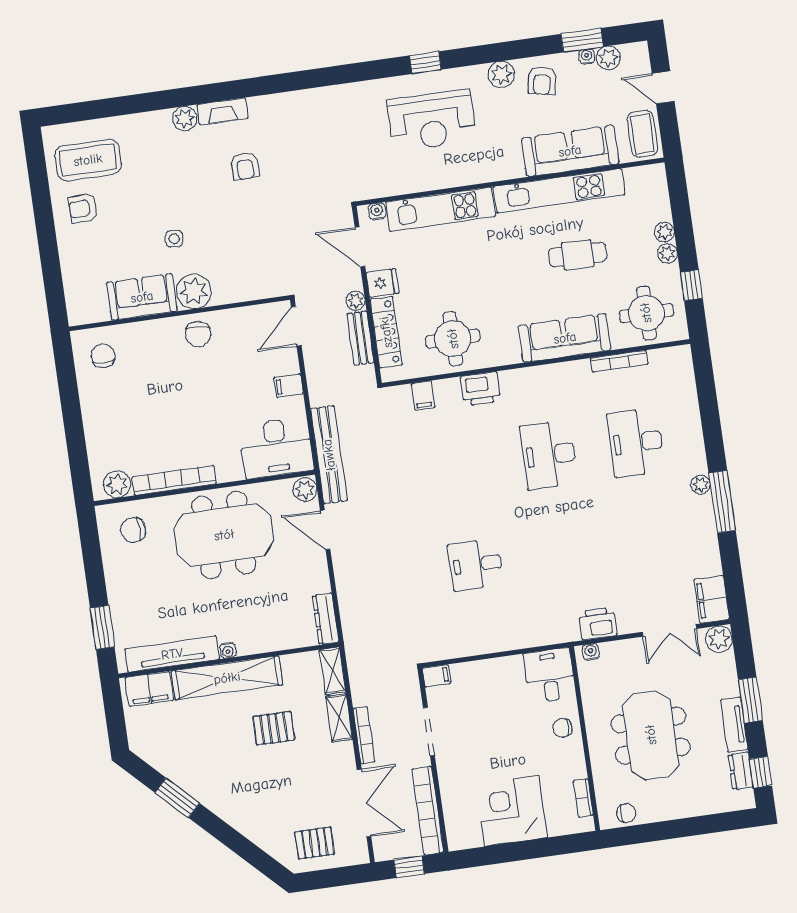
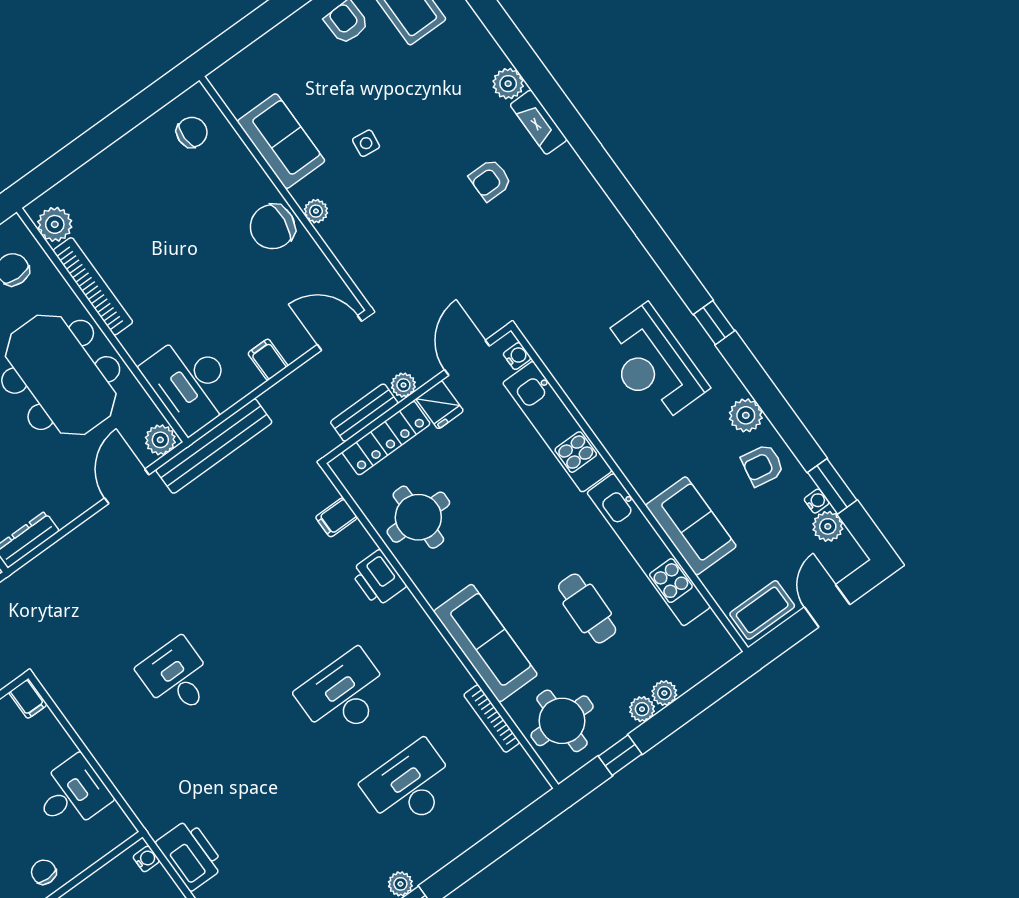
sofa: (570, 151) -> (691, 526), width x0.73
plant: (194, 291) -> (316, 211), width x0.53, depth x0.53
chair: (198, 334) -> (272, 227), width x1.37, depth x1.37
printer: (598, 624) -> (190, 855), width x1.37, depth x1.19
desk: (550, 675) -> (72, 794), moved

